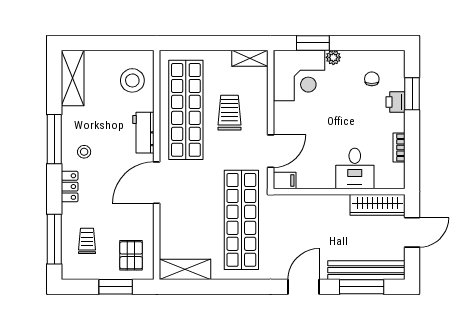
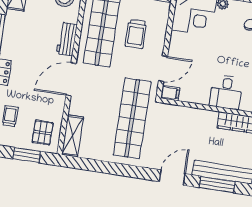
trolley: (230, 113) -> (136, 34), turned 180
stool: (84, 152) -> (19, 47), removed
shelving: (185, 269) -> (73, 136), moved, turned 90

